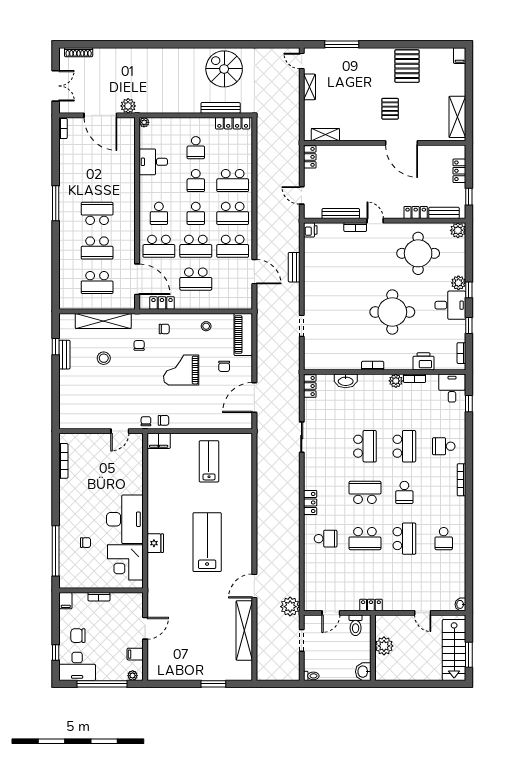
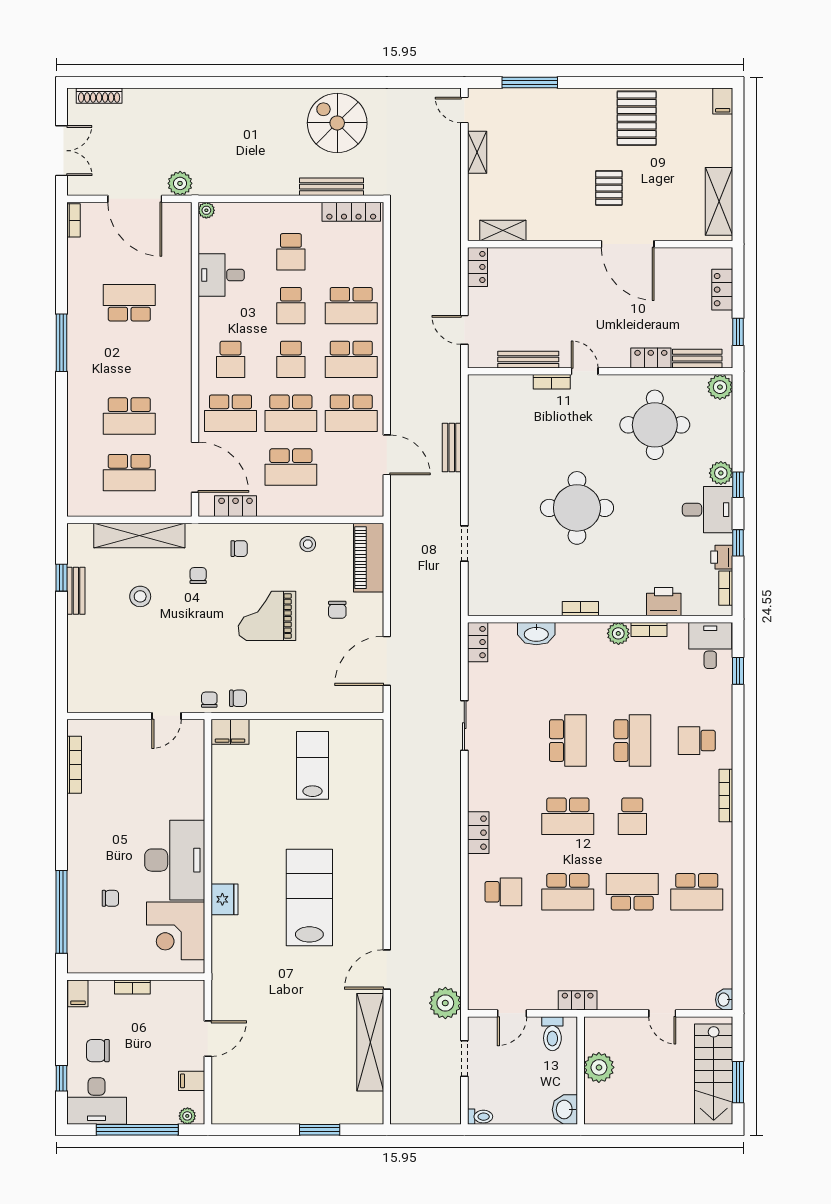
school desk: (97, 213) -> (129, 303), moved
printer: (310, 230) -> (722, 557), moved, turned 180
round table: (392, 312) -> (577, 508), moved
school desk: (365, 492) -> (568, 816), turned 180
school desk: (404, 539) -> (632, 892), turned -90
school desk: (444, 539) -> (697, 892), width x1.85

